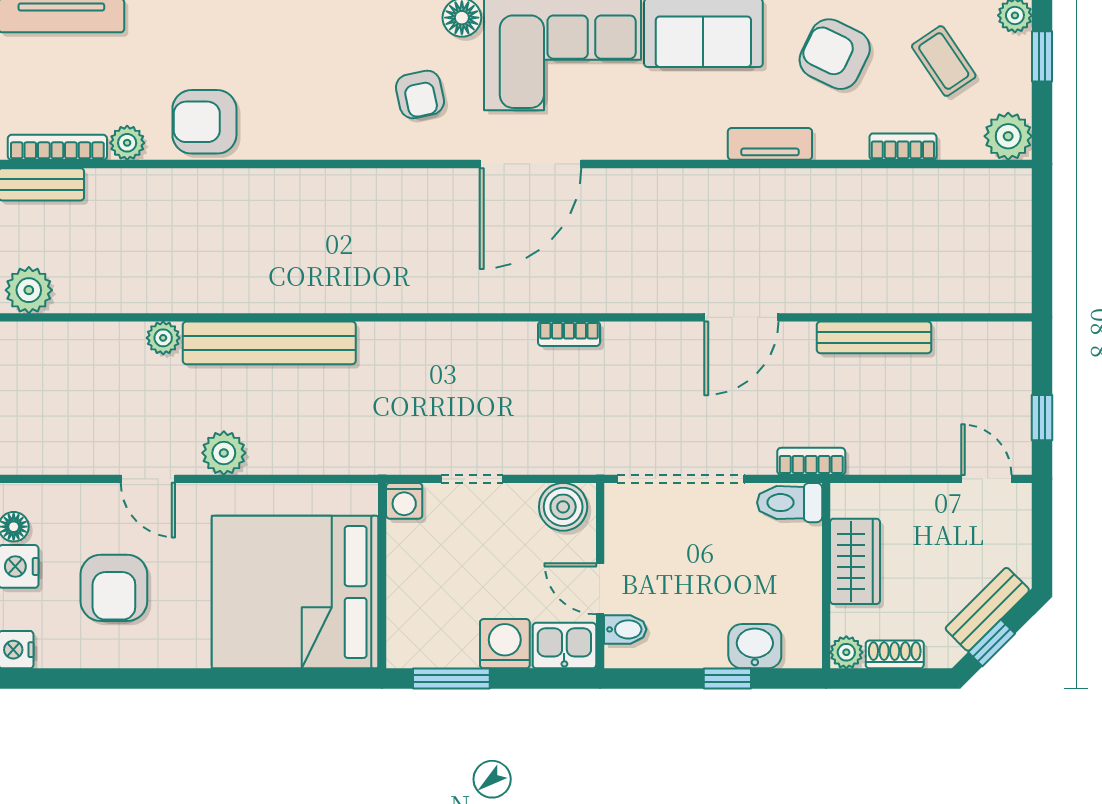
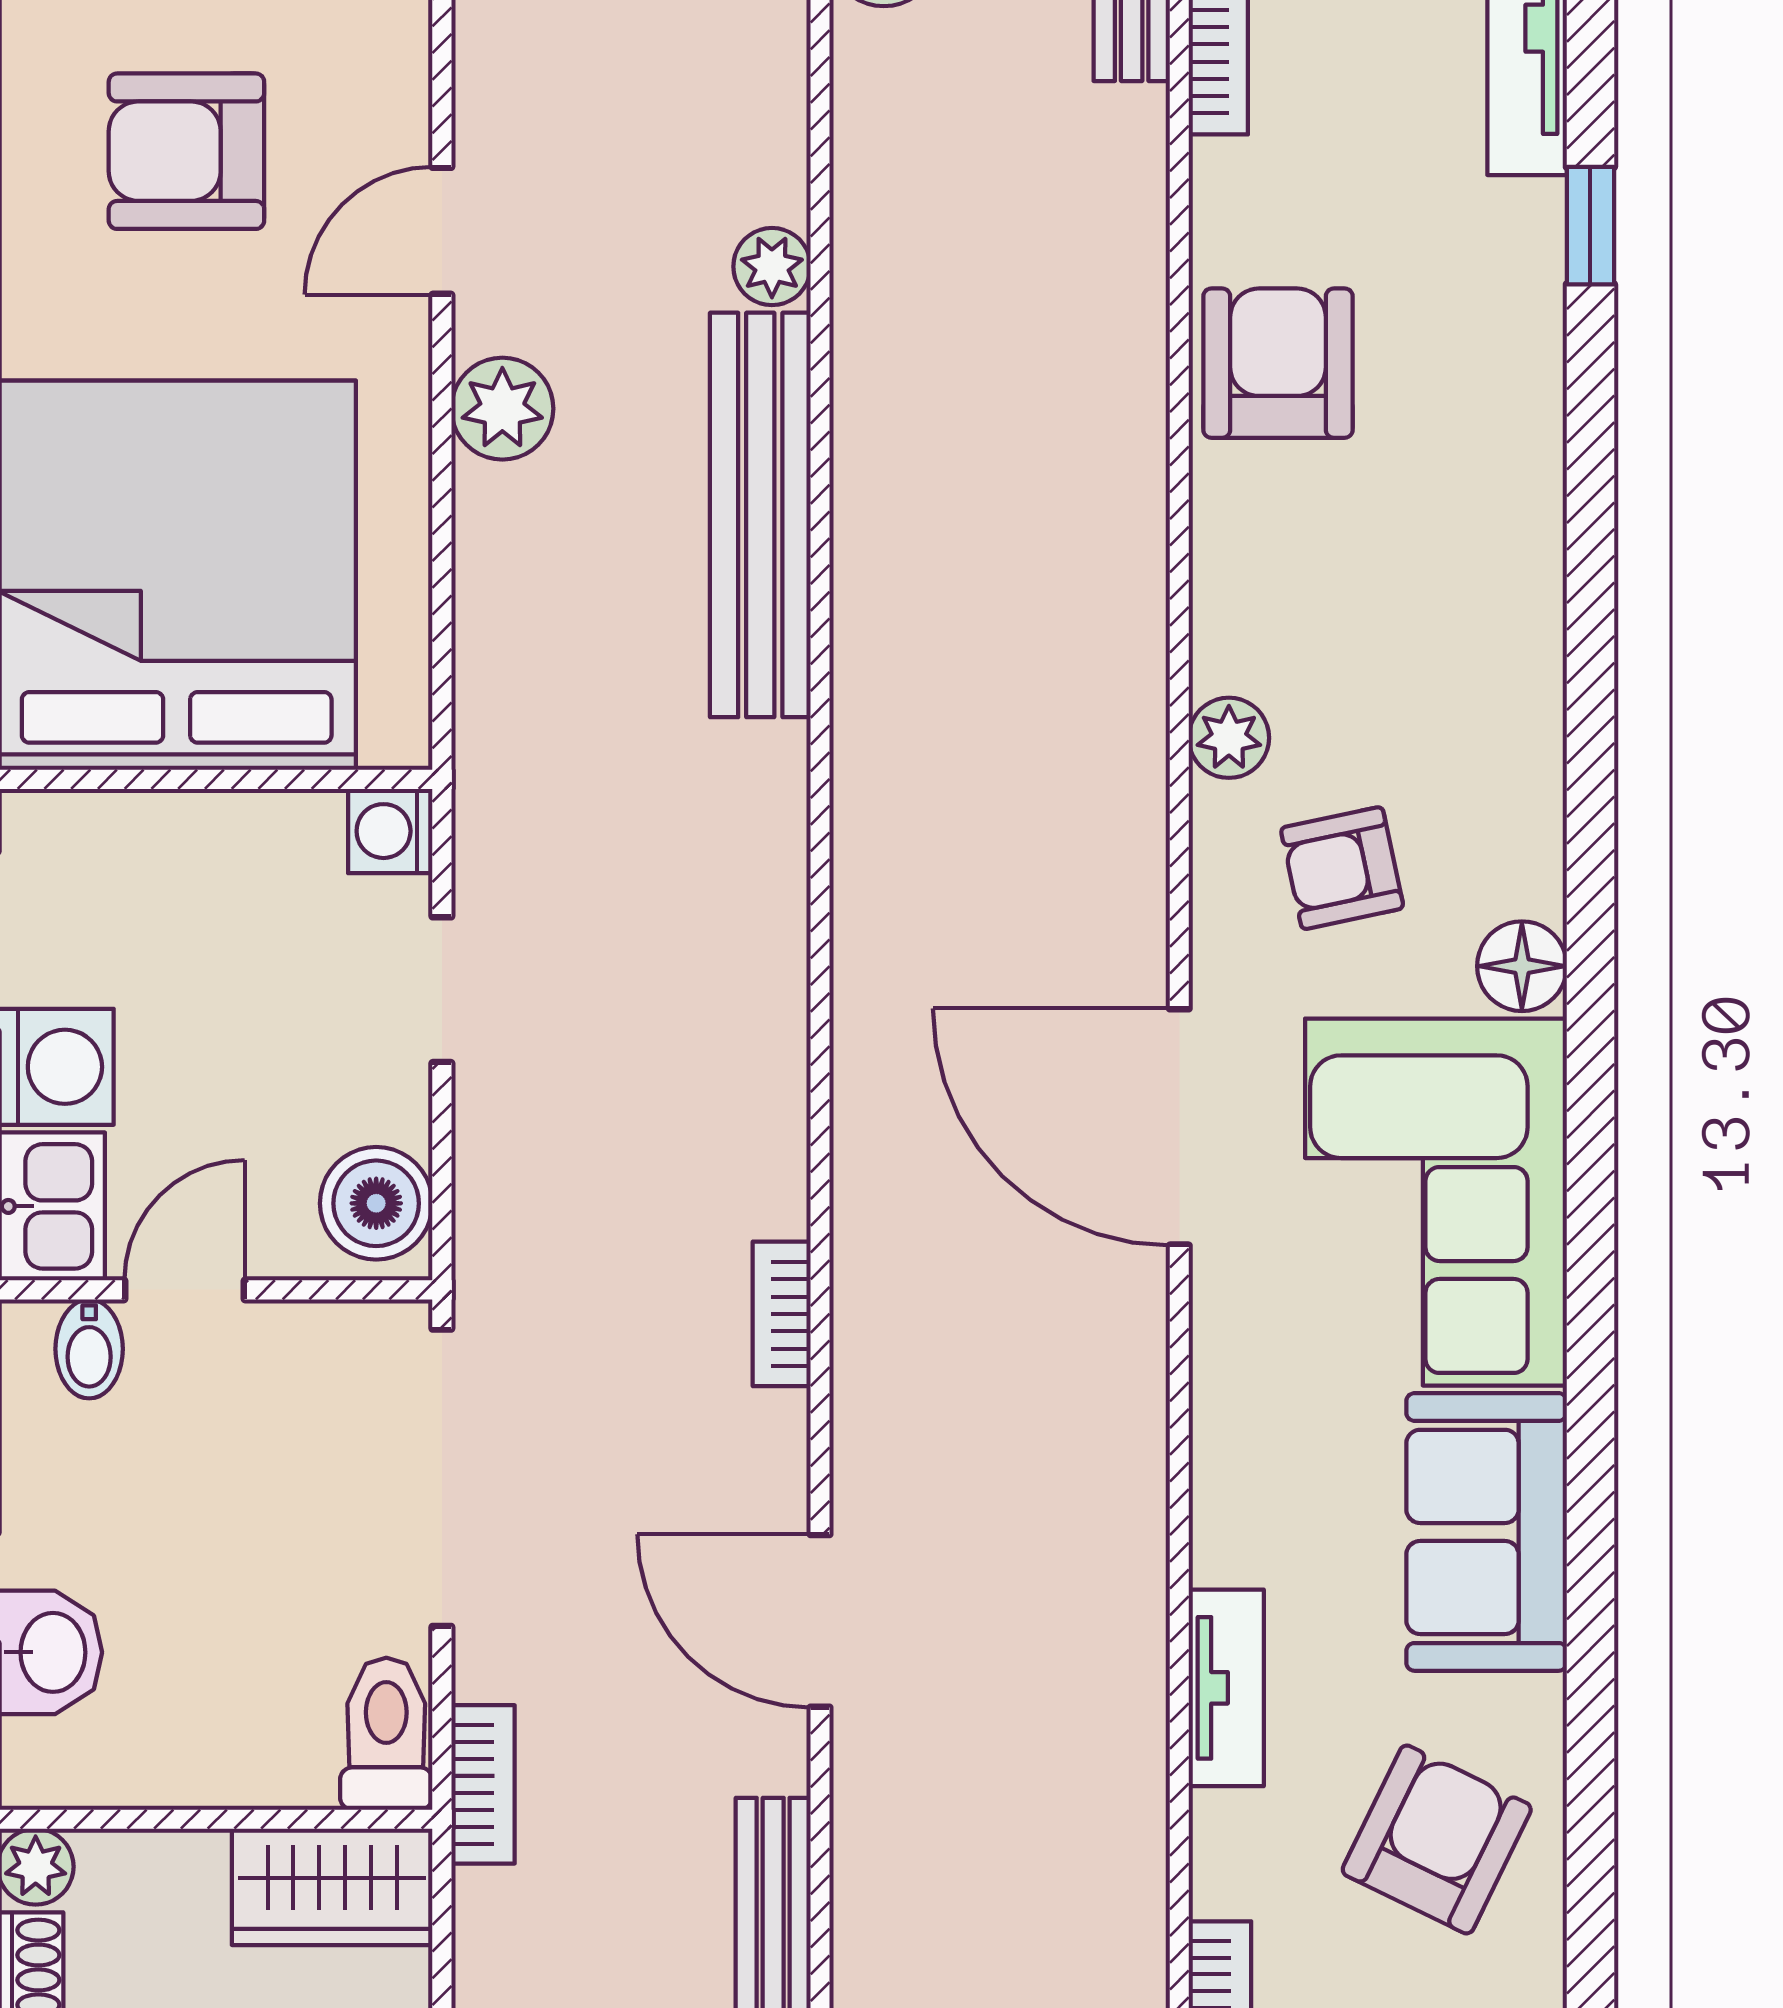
plant: (127, 143) -> (1229, 738), moved
bookcase: (569, 334) -> (782, 1314), moved
wardrobe: (855, 561) -> (332, 1887), moved

